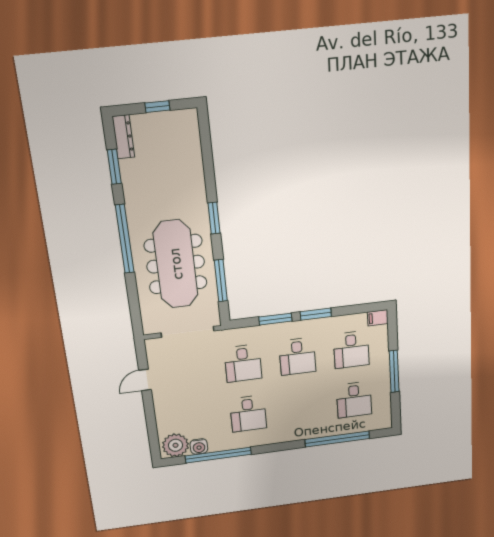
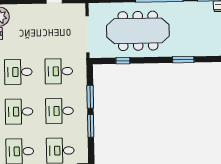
window: (214, 218) -> (183, 60), moved
window: (221, 281) -> (123, 61), width x0.46
desk: (301, 407) -> (19, 112), added

